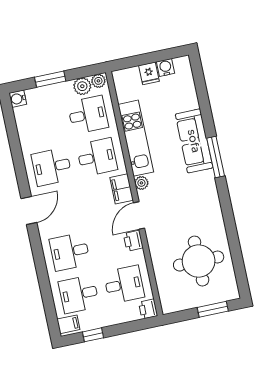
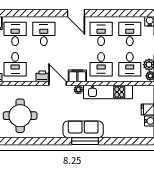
desk: (43, 124) -> (130, 34), added
sofa: (194, 141) -> (83, 129), moved

